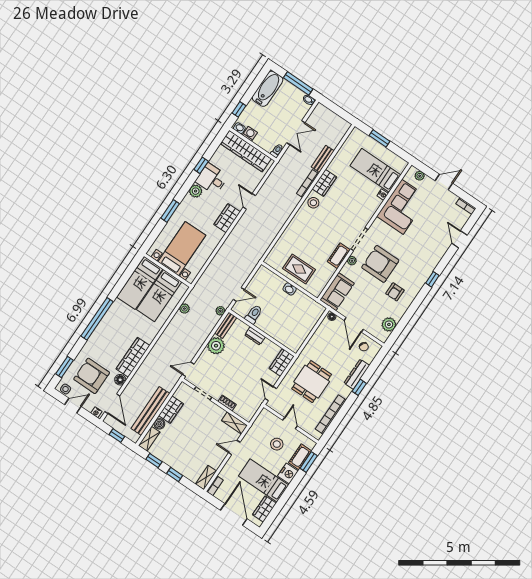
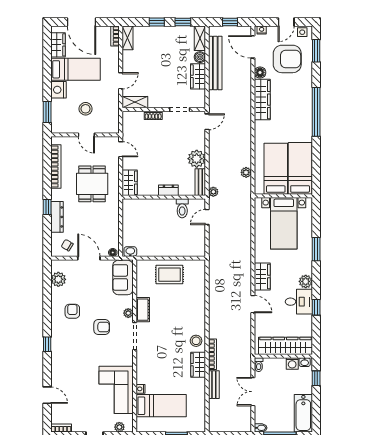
armchair: (380, 264) -> (102, 327), width x0.53, depth x0.53
washbasin: (290, 289) -> (130, 252), moved
cot: (300, 457) -> (58, 111), removed

